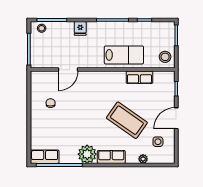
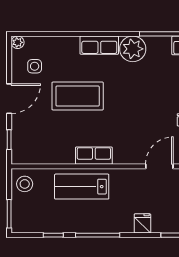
row of seats: (139, 77) -> (94, 156), moved
coffee table: (127, 120) -> (78, 96), turned -35
plant: (143, 159) -> (18, 42), moved

